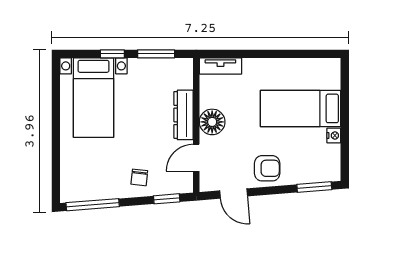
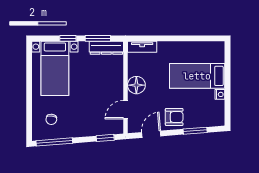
dresser: (183, 115) -> (106, 48), moved, turned -90
chair: (139, 177) -> (51, 119), moved
window: (314, 187) -> (195, 131), moved
door: (234, 193) -> (151, 134), swing flipped

